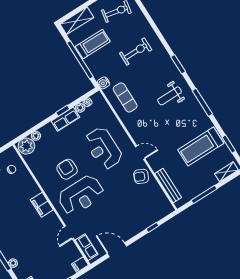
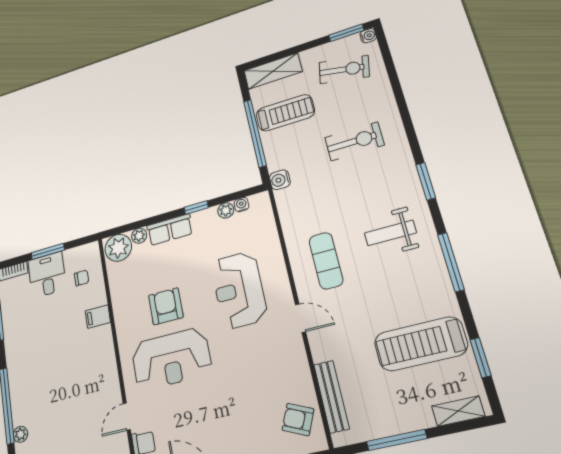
exercise mat: (125, 97) -> (326, 261), moved
row of seats: (65, 119) -> (170, 230), moved
armchair: (141, 176) -> (298, 419), moved
filing cabinet: (42, 205) -> (98, 317), moved, width x0.50

